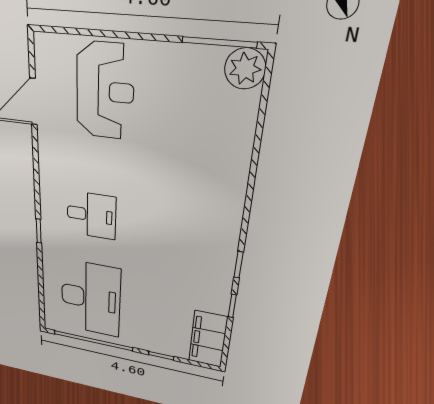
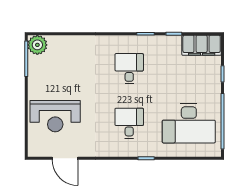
reception desk: (105, 91) -> (55, 116), turned 180
desk: (181, 230) -> (129, 69), added
desk: (91, 298) -> (189, 123), turned 180

